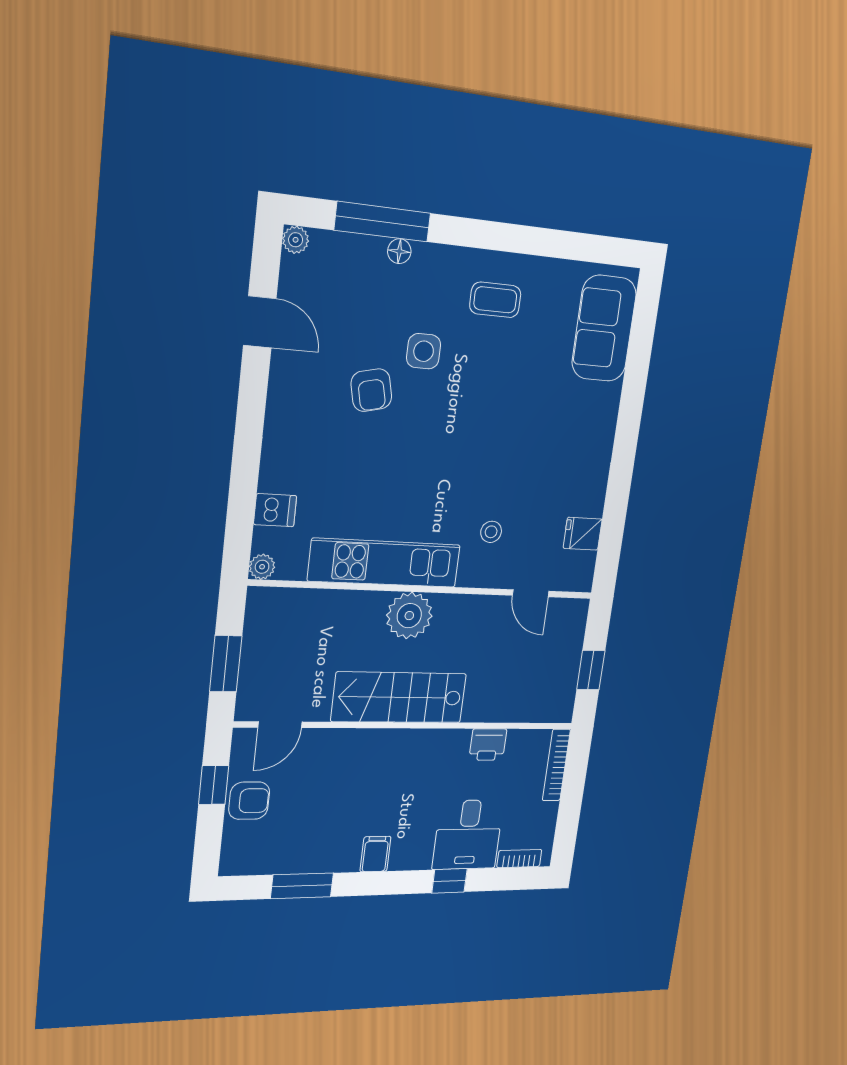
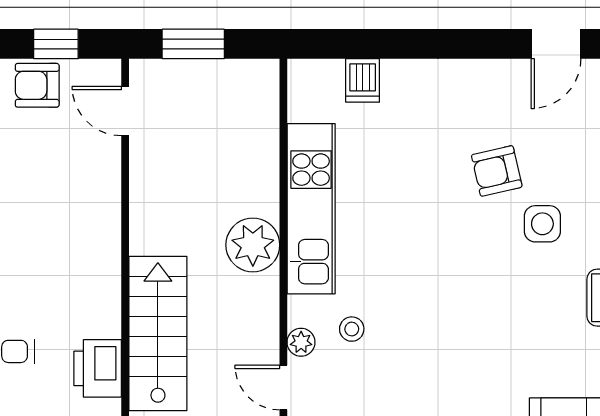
plant: (262, 567) -> (301, 342), moved
door: (531, 593) -> (283, 388), hinge flipped
stairs: (399, 697) -> (158, 334), moved
printer: (488, 745) -> (98, 368), width x1.36, depth x1.24
armchair: (249, 801) -> (37, 85), turned 90

